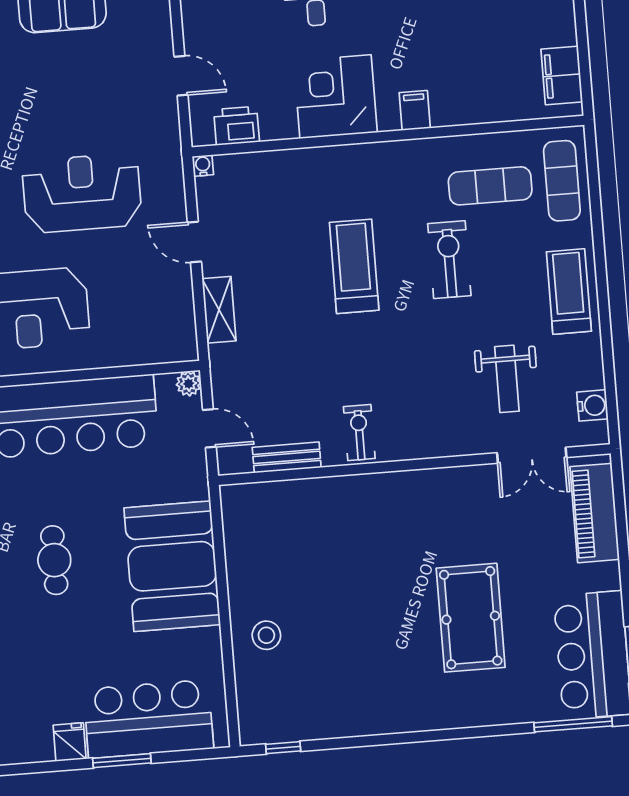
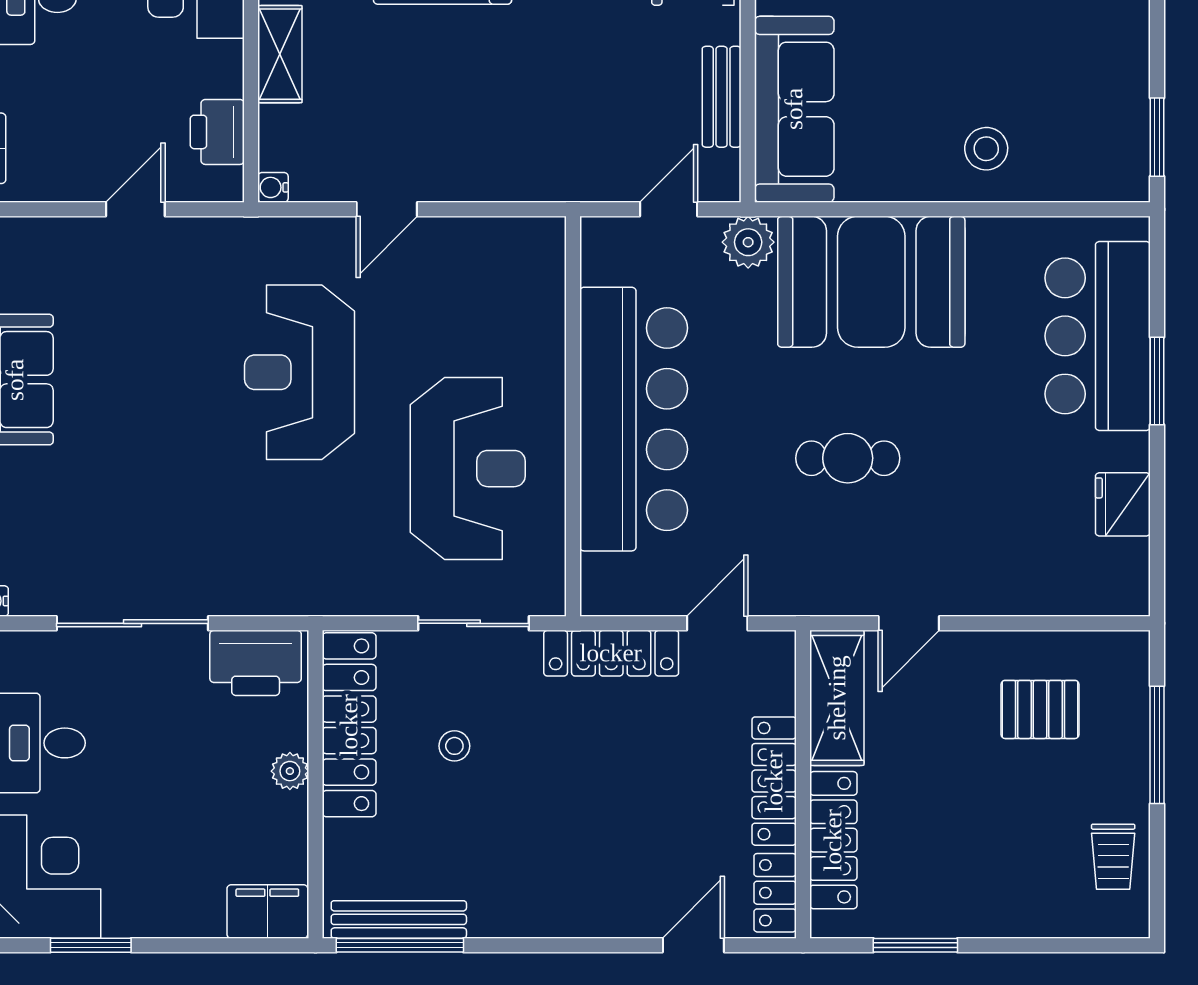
shelving: (219, 310) -> (280, 54), moved, turned 90
plant: (189, 384) -> (748, 242), moved, width x1.38, depth x1.38
sofa: (282, 506) -> (794, 109), added
fridge: (70, 742) -> (1123, 504), moved, width x1.38
window: (283, 748) -> (1157, 137), width x1.50

